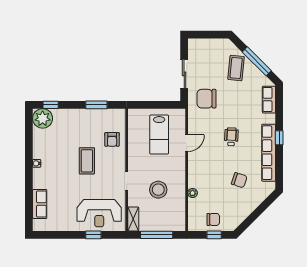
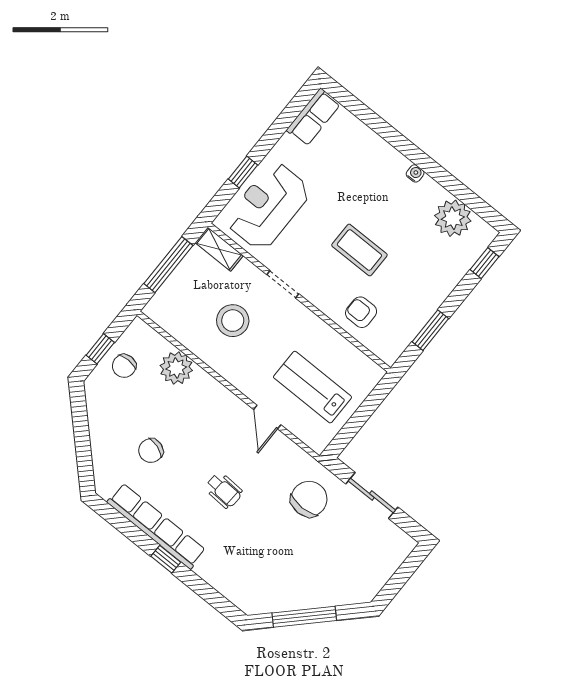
coffee table: (236, 68) -> (319, 579), removed
row of seats: (269, 100) -> (234, 589), removed
plant: (43, 118) -> (453, 218), moved
plant: (193, 193) -> (176, 368), width x1.88, depth x1.88
row of seats: (40, 204) -> (313, 117), moved, turned -90

